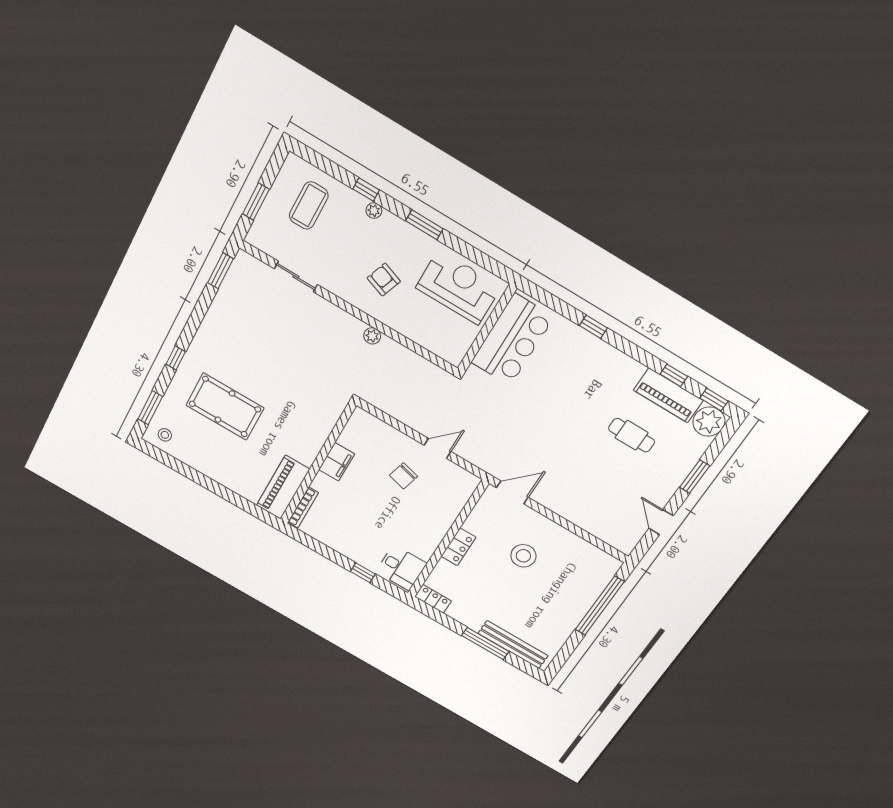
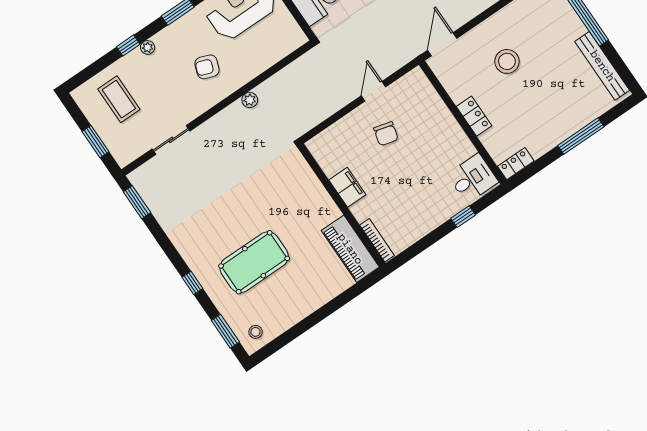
bench: (513, 645) -> (602, 66), moved, turned 90

